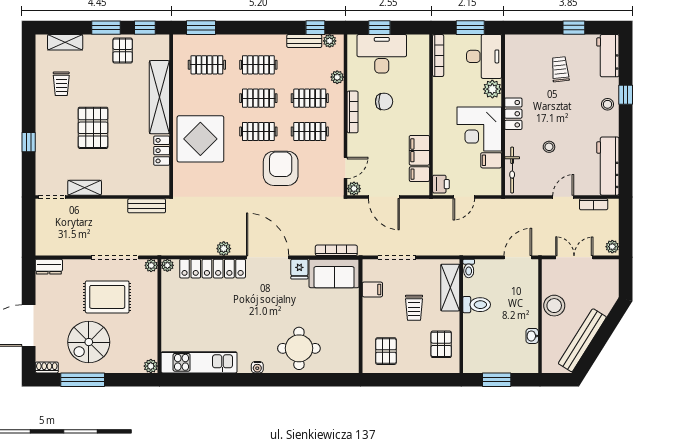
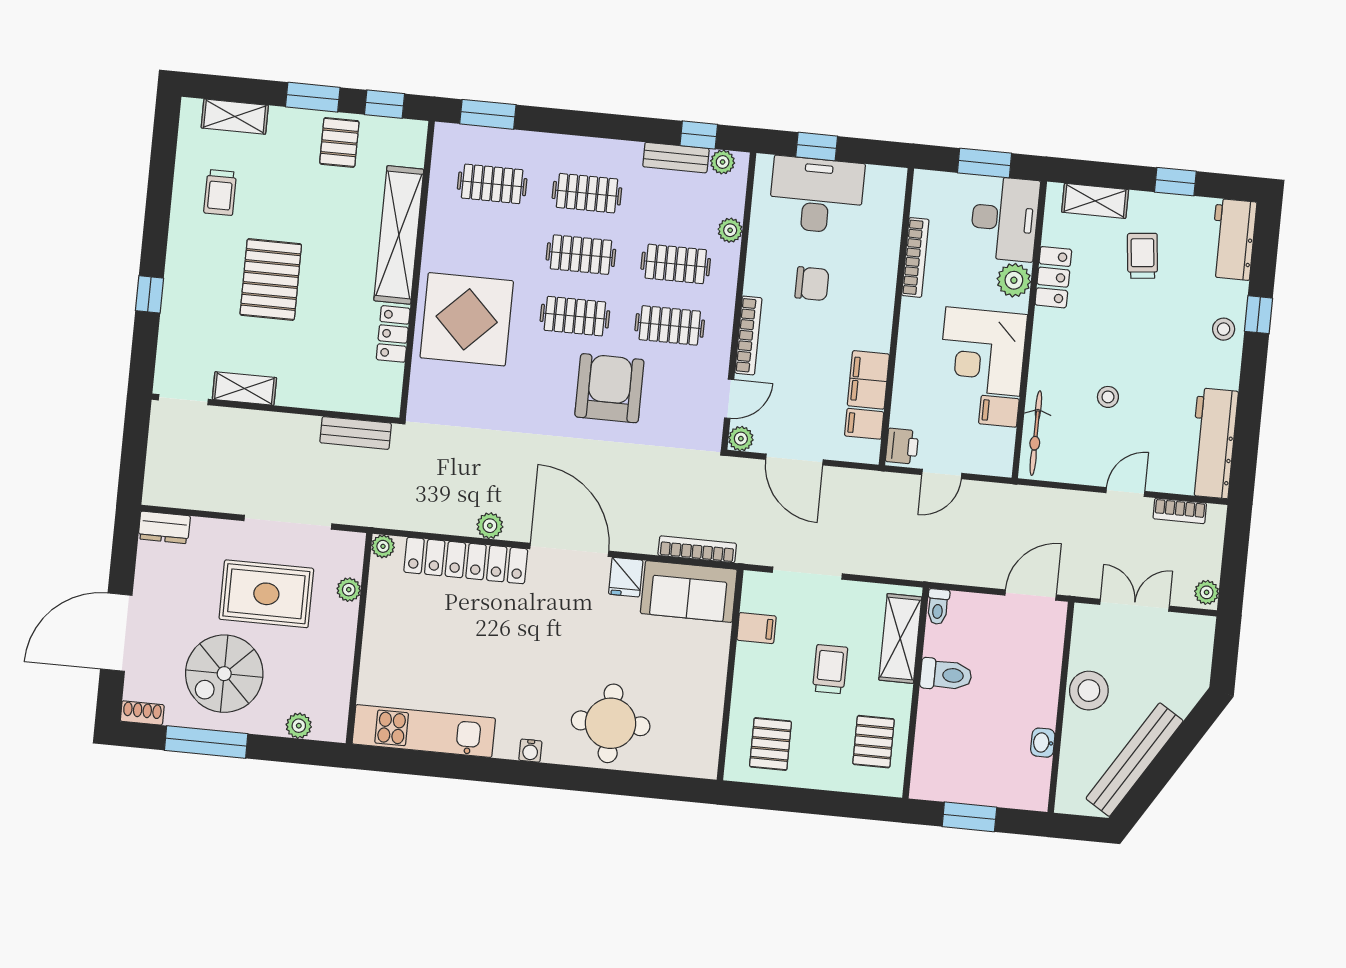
shelving: (532, 42) -> (1095, 201), added
bookcase: (438, 55) -> (915, 257), moved
bookcase: (353, 112) -> (748, 335), moved
locker: (513, 114) -> (1053, 277), moved
plant: (151, 265) -> (349, 590), moved
trolley: (414, 308) -> (830, 669), turned 180
plant: (151, 366) -> (299, 726), moved

